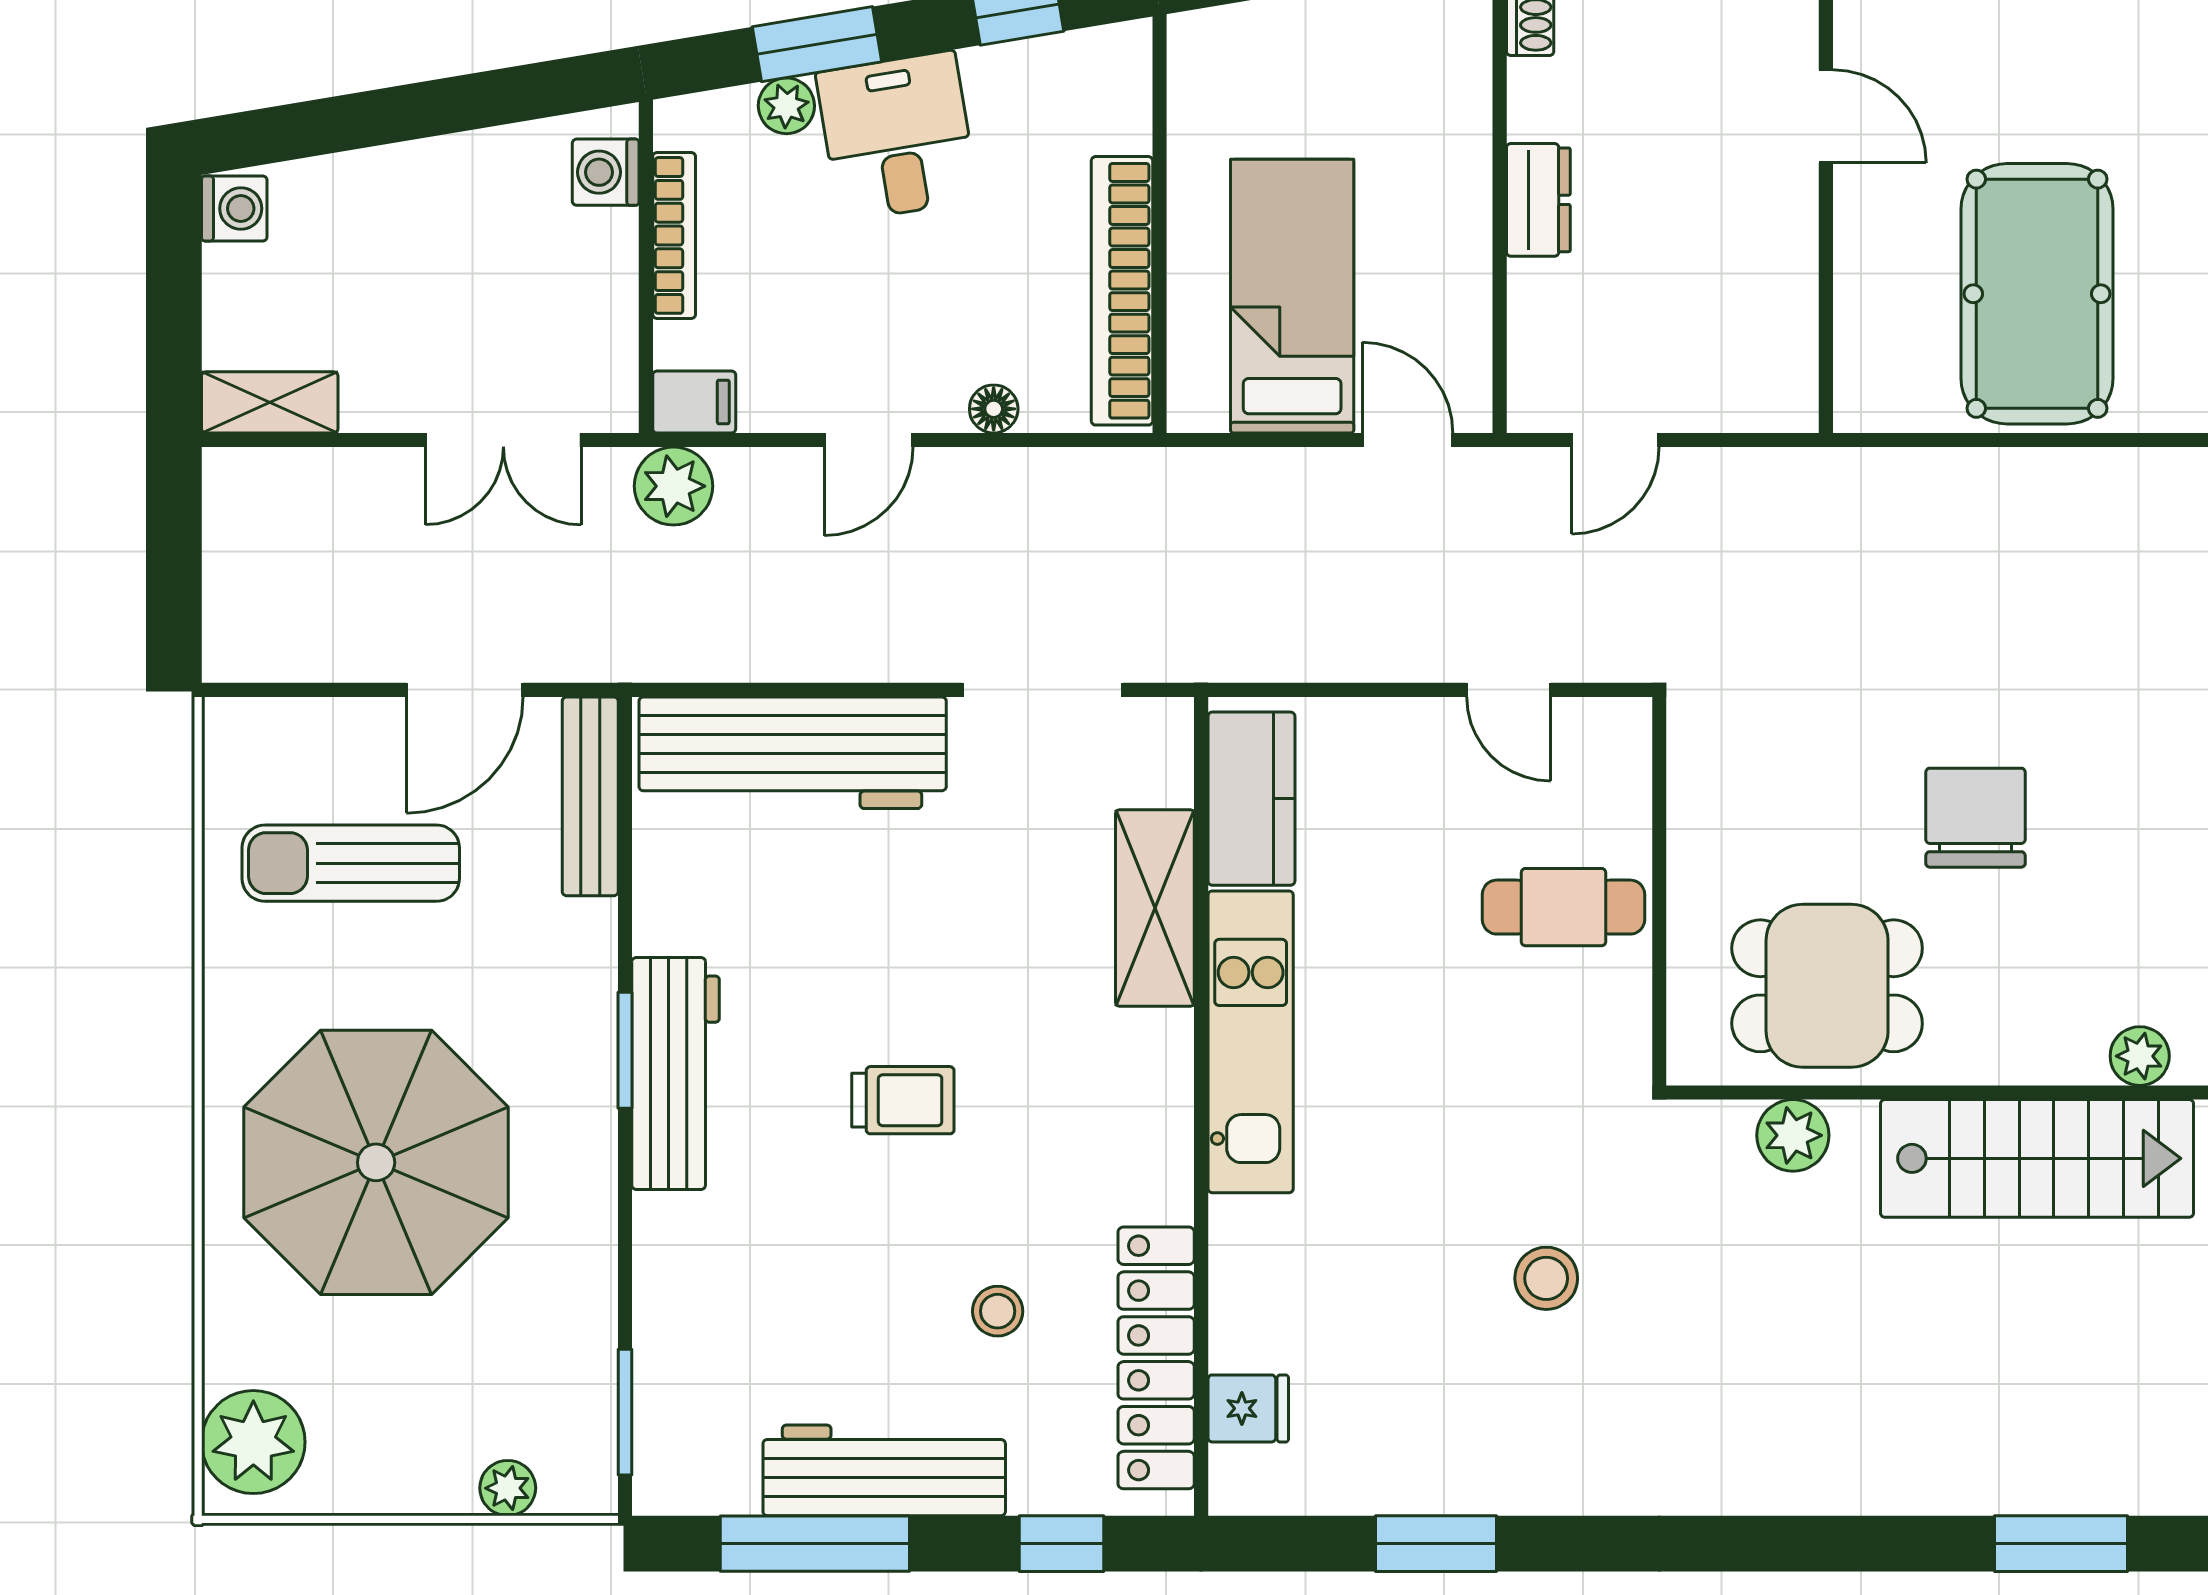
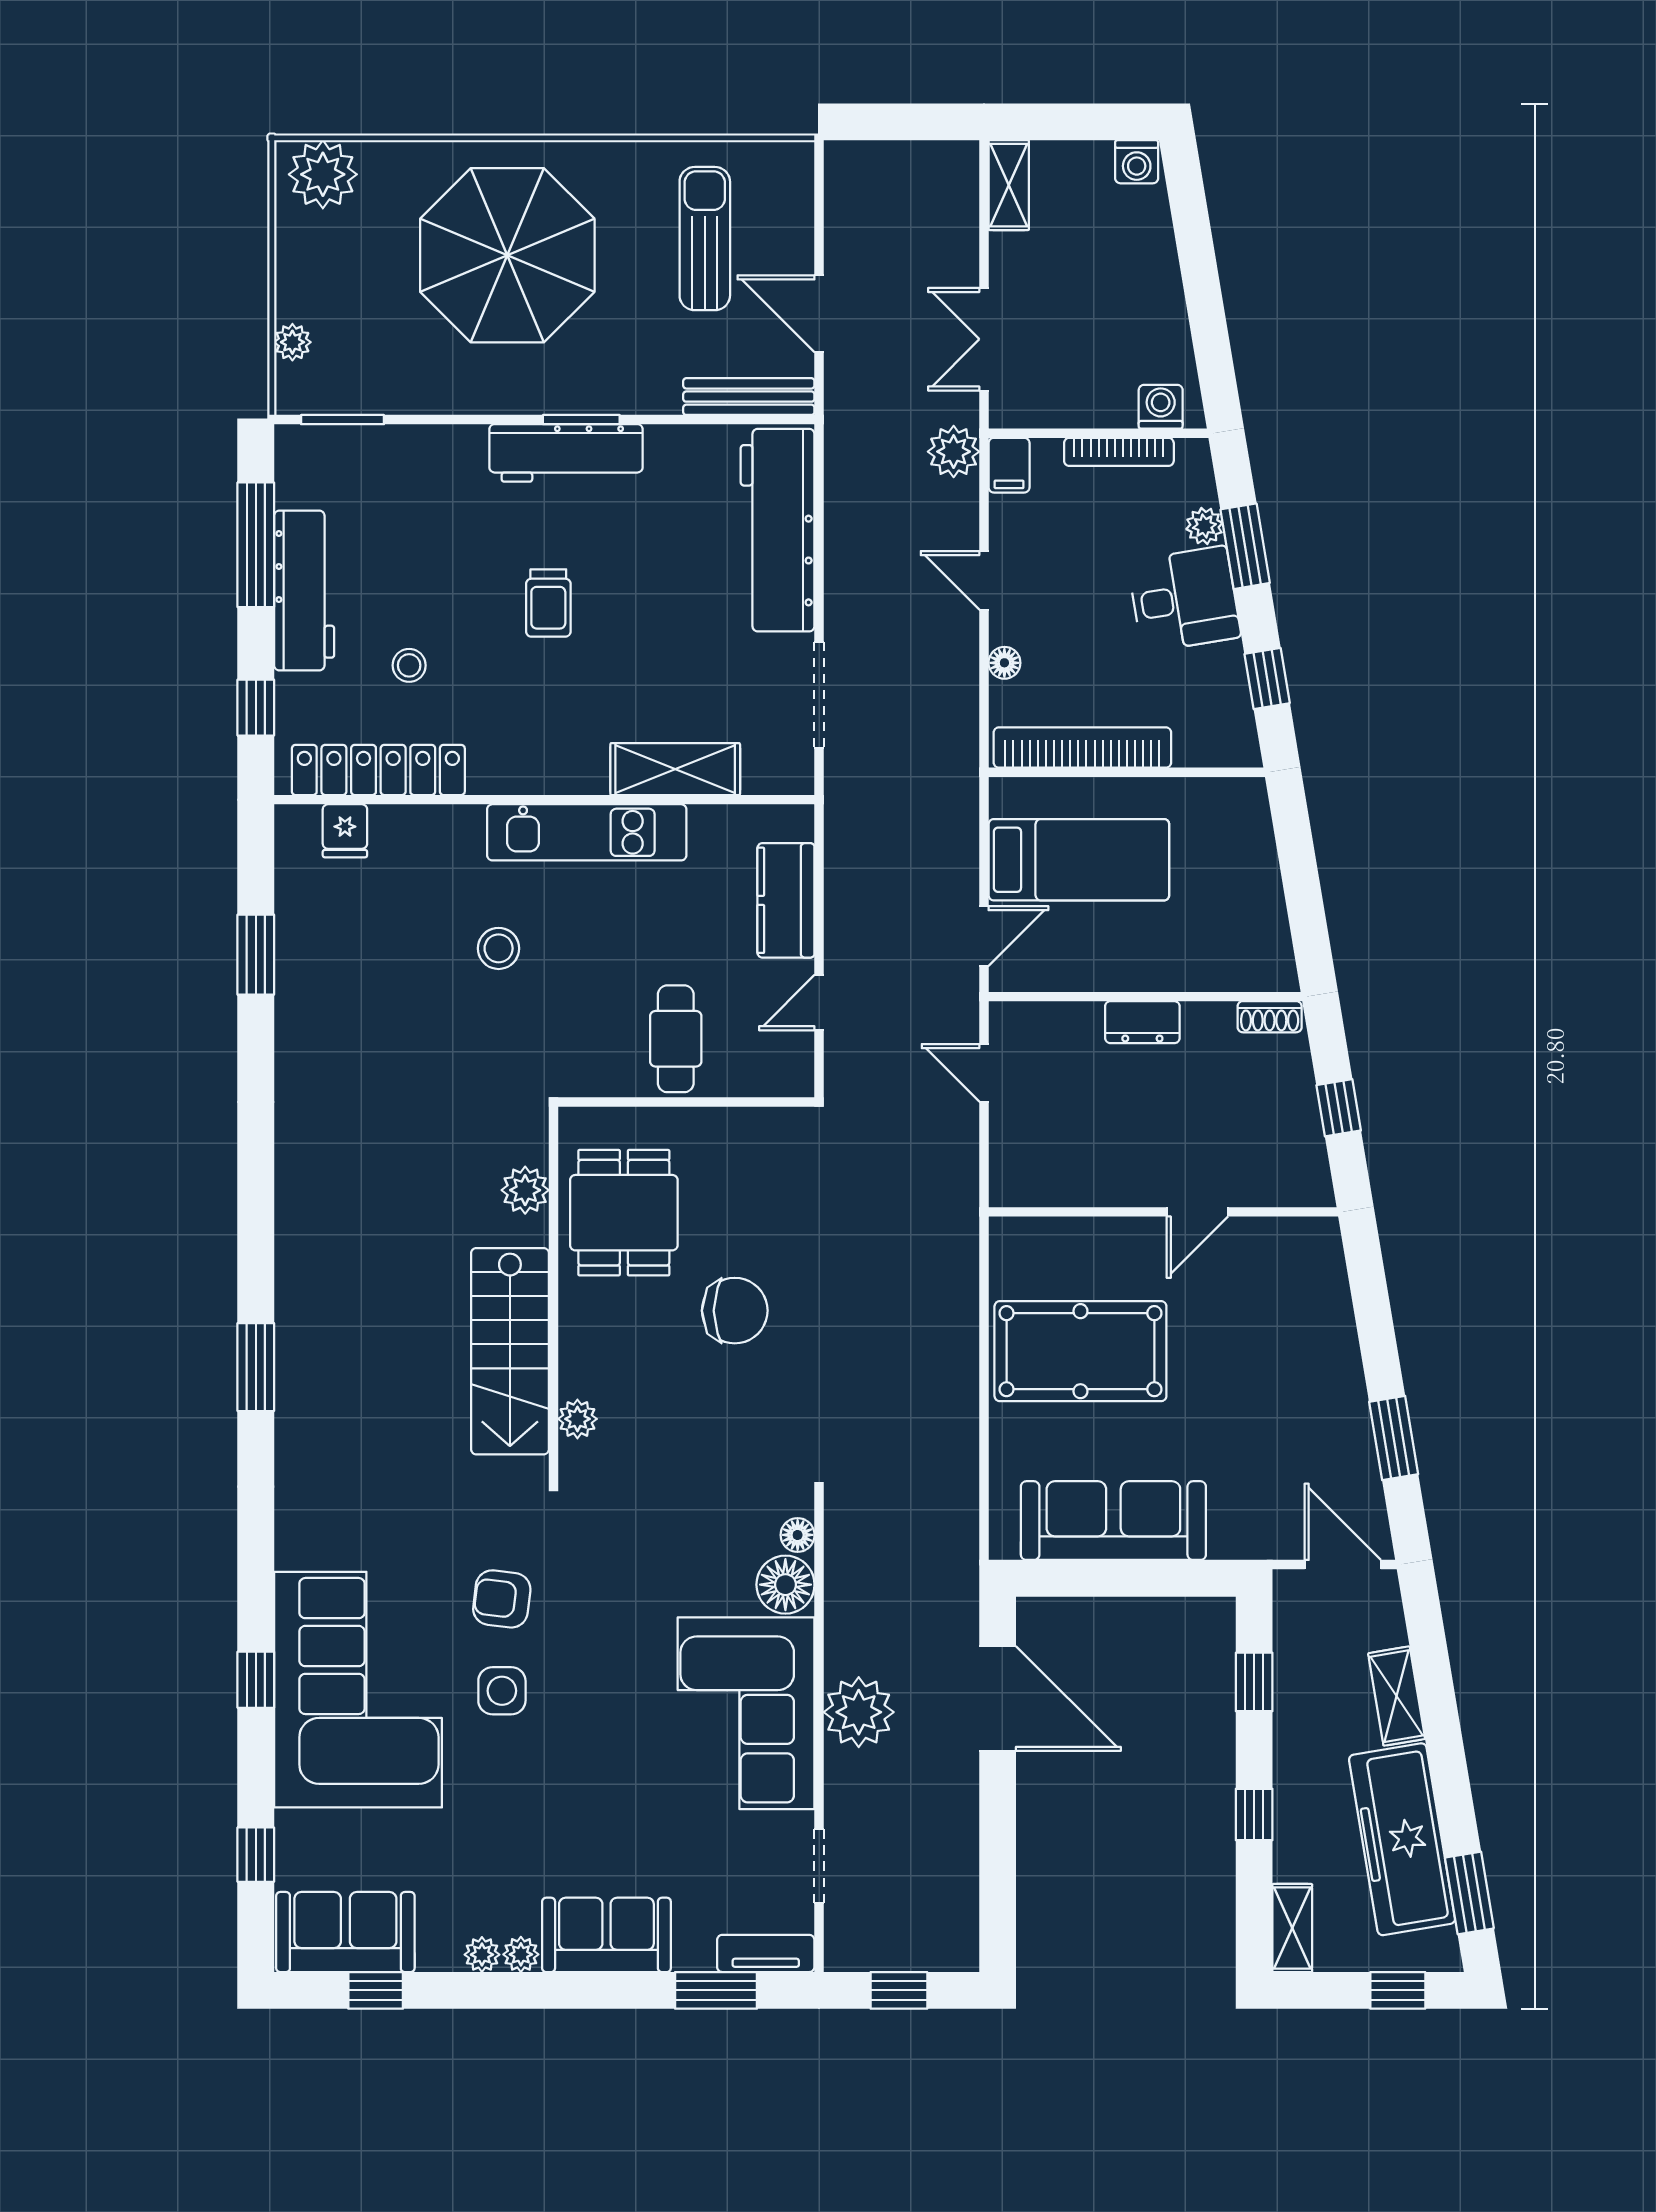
kitchen counter: (1251, 799) -> (786, 900), moved, turned 90
stool: (1546, 1278) -> (499, 948), moved

